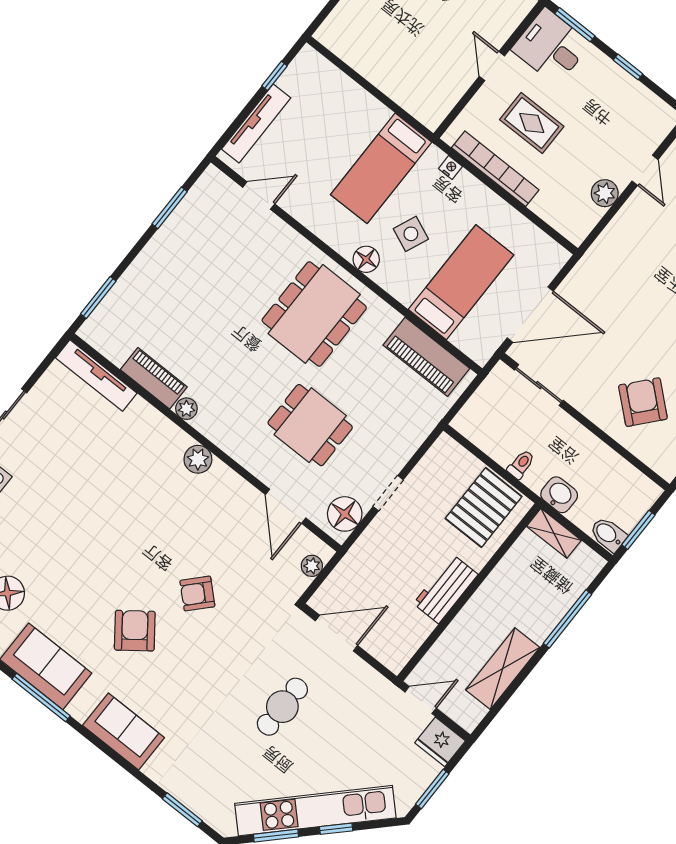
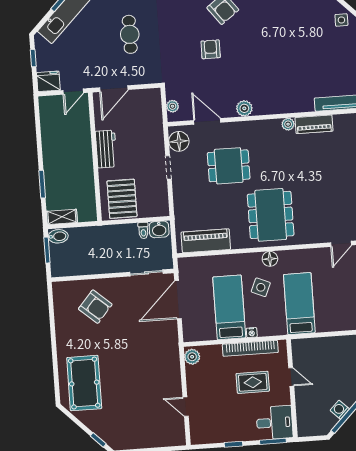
door: (492, 66) -> (291, 377), moved
nightstand: (450, 168) -> (252, 333), moved
plant: (605, 193) -> (192, 357), moved
bed: (461, 282) -> (229, 307), moved, turned 180
plant: (198, 459) -> (244, 108), moved
toilet: (521, 464) -> (143, 231), moved
washbasin: (559, 495) -> (159, 229), moved
shelving: (554, 533) -> (62, 217), moved
armchair: (197, 594) -> (211, 49), turned -43
window: (568, 619) -> (42, 184), width x0.69
door: (336, 633) -> (114, 89), moved
shelving: (503, 669) -> (50, 137), removed
window: (432, 789) -> (33, 58), width x0.67

